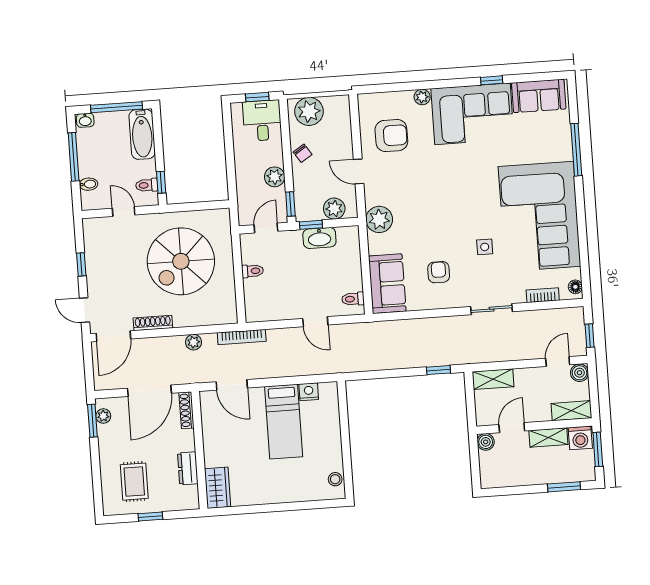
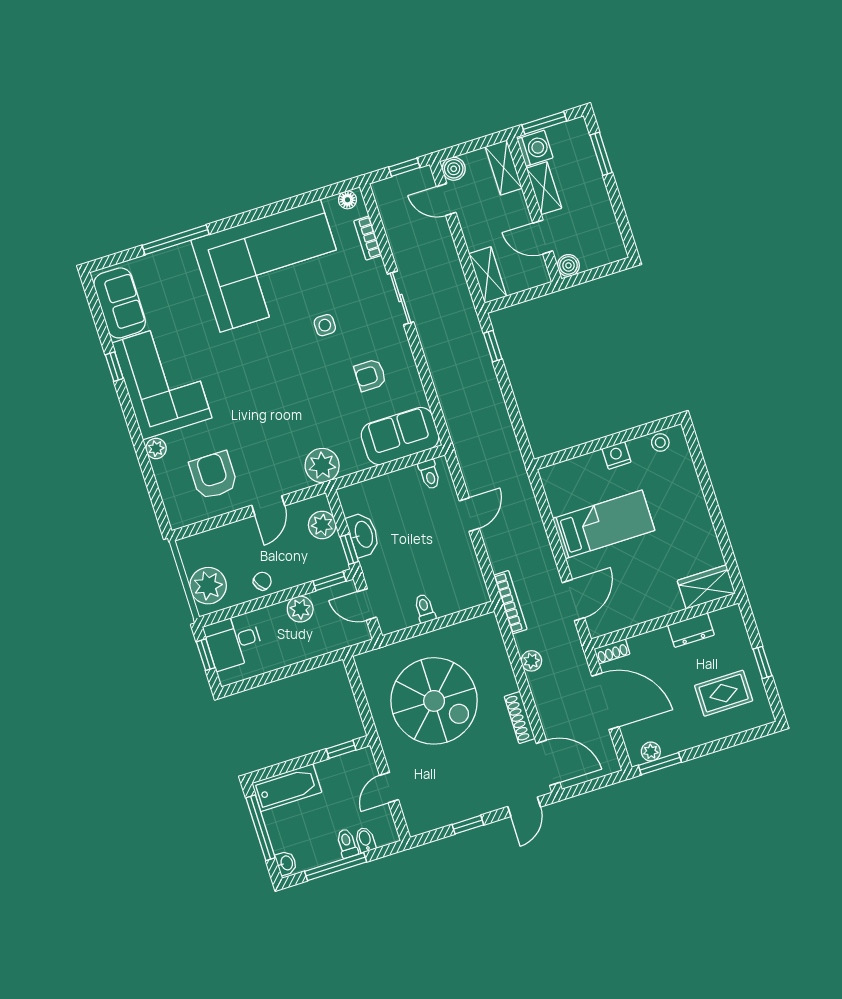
toilet: (147, 185) -> (347, 843), moved, turned 180
nightstand: (309, 392) -> (616, 455), moved, turned 90
shoe rack: (187, 410) -> (612, 651), width x0.70

